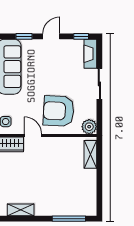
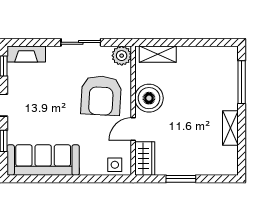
sliding door: (99, 84) -> (81, 42), moved
boiler: (57, 148) -> (149, 98), added
shelving: (21, 210) -> (230, 128), moved

